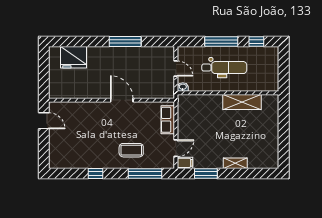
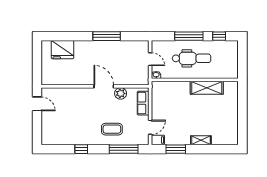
plant: (141, 108) -> (121, 93), added

